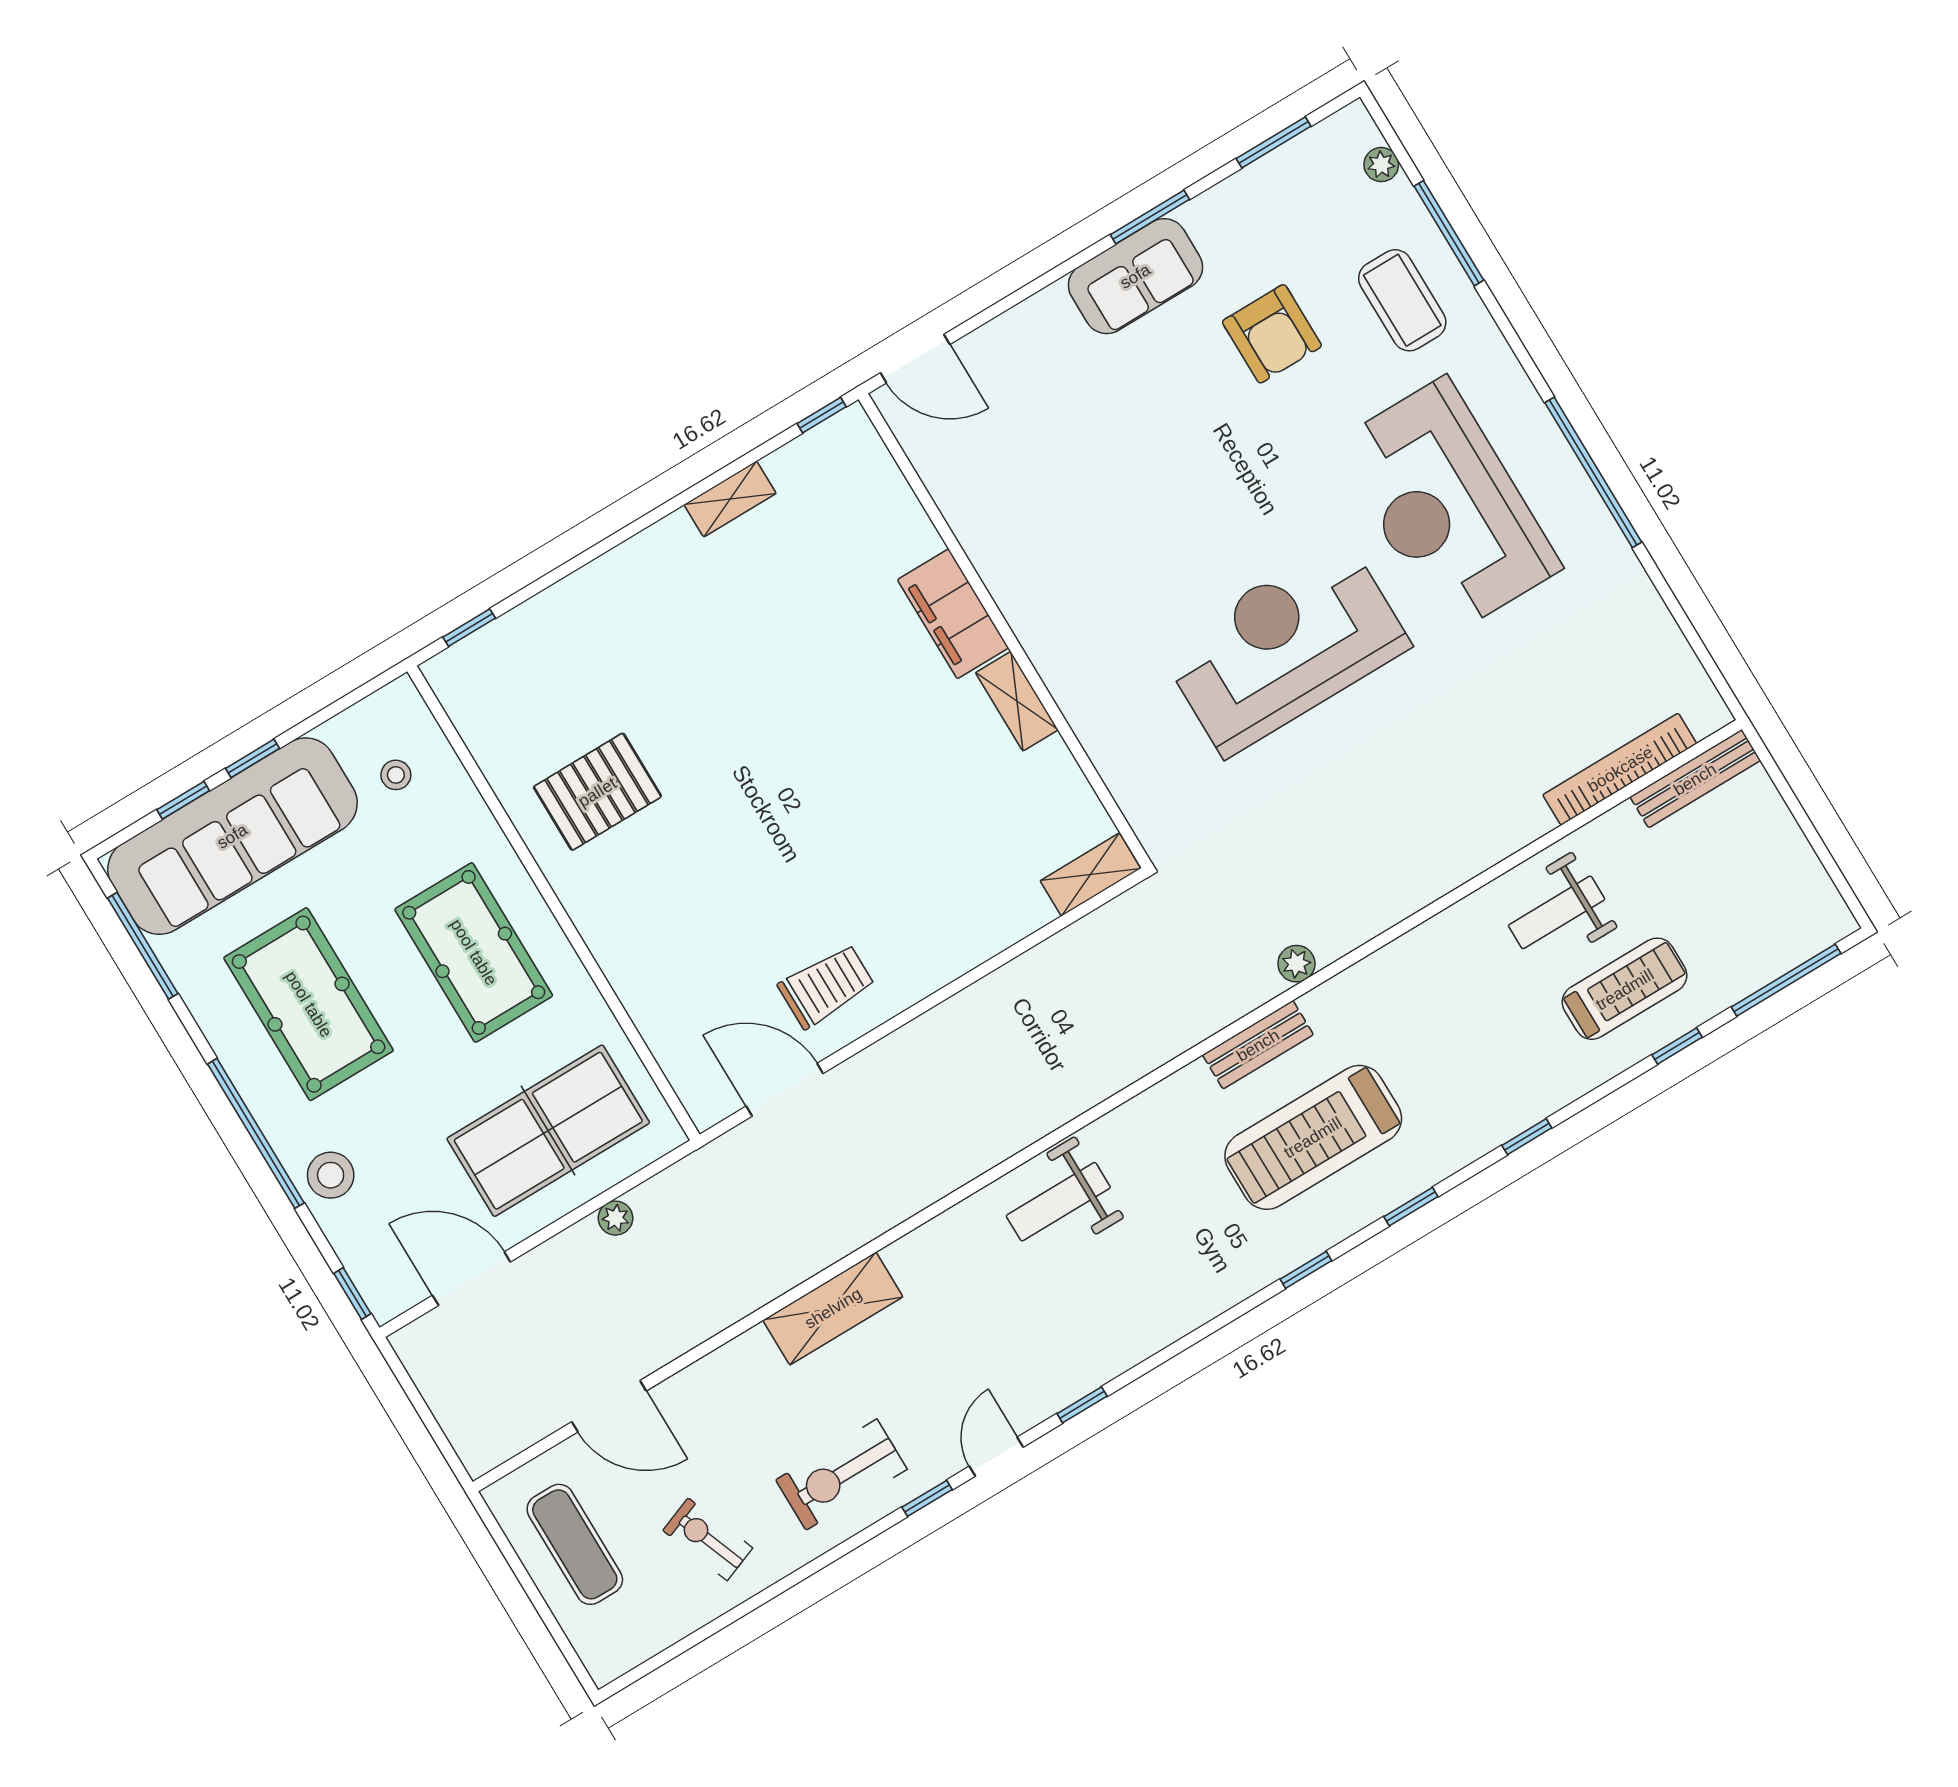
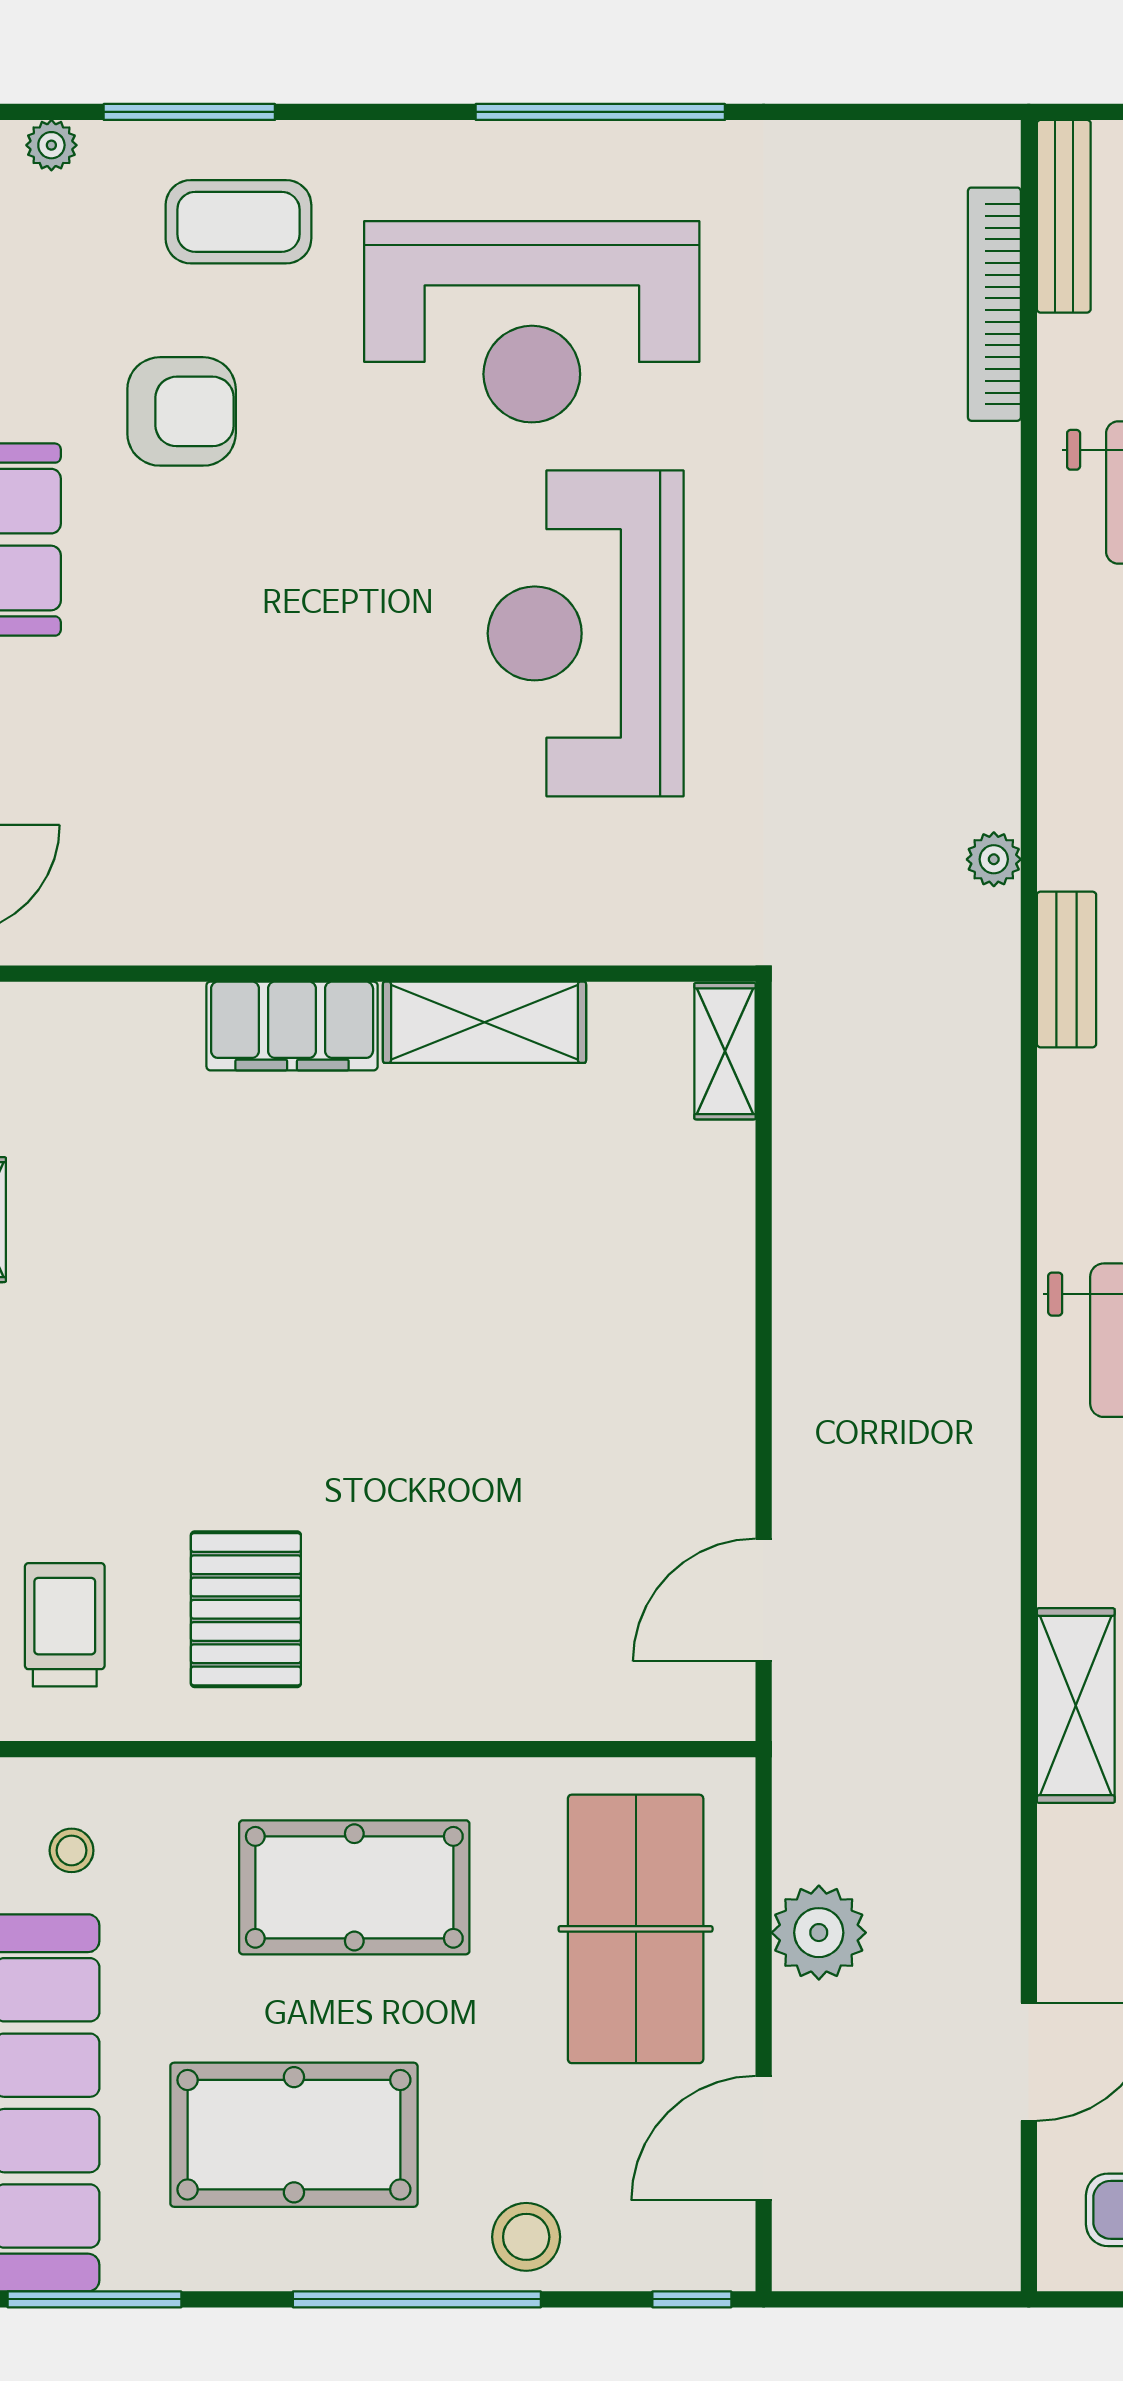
shelving: (1017, 701) -> (484, 1022), width x1.50, depth x1.33
trolley: (826, 986) -> (65, 1625), moved
plant: (616, 1218) -> (819, 1933), width x1.88, depth x1.88

